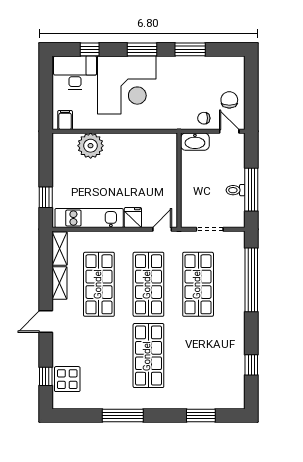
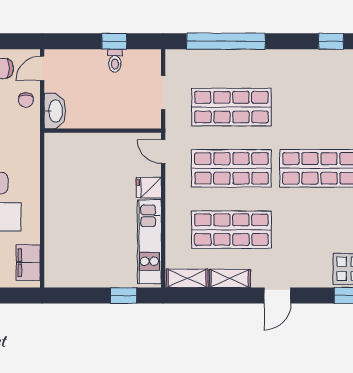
filing cabinet: (65, 120) -> (28, 263), width x2.00
plant: (91, 146) -> (60, 240), removed
window: (251, 190) -> (114, 41), width x0.46
door: (46, 321) -> (277, 296), hinge flipped

